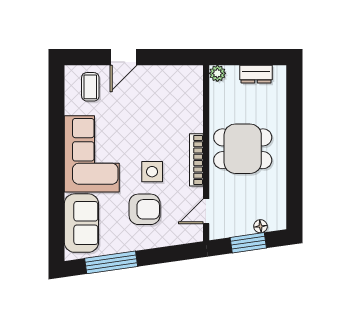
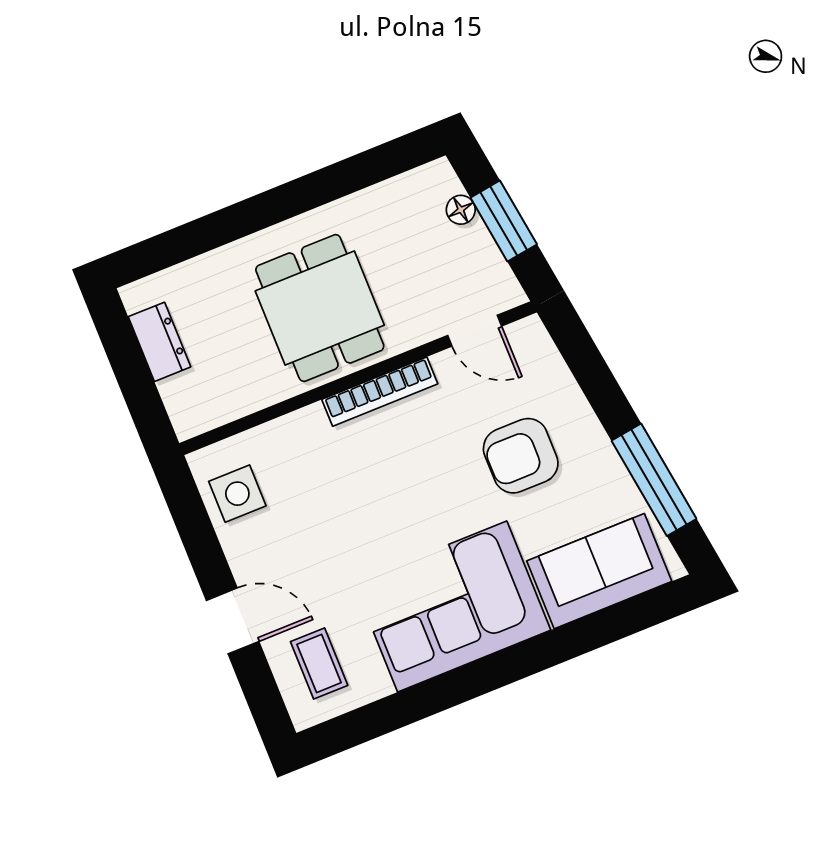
plant: (217, 73) -> (189, 420), removed
coffee table: (90, 87) -> (319, 664), turned 90
side table: (152, 172) -> (237, 494), moved
armchair: (145, 209) -> (521, 456), turned -90

